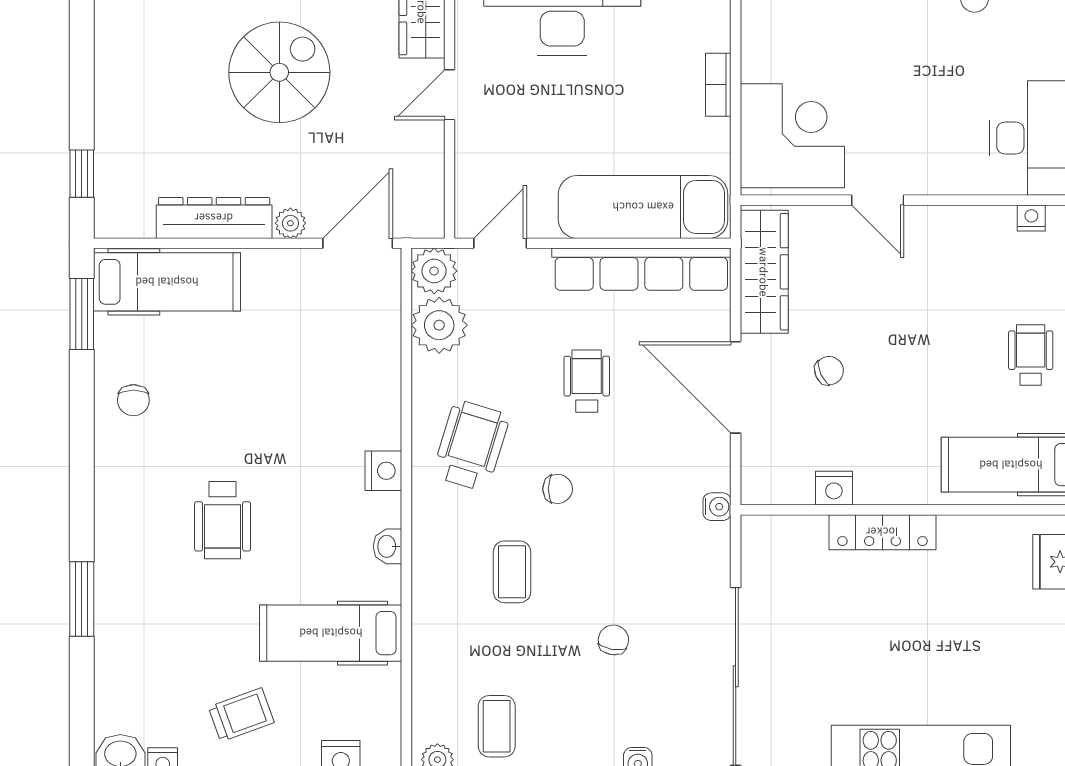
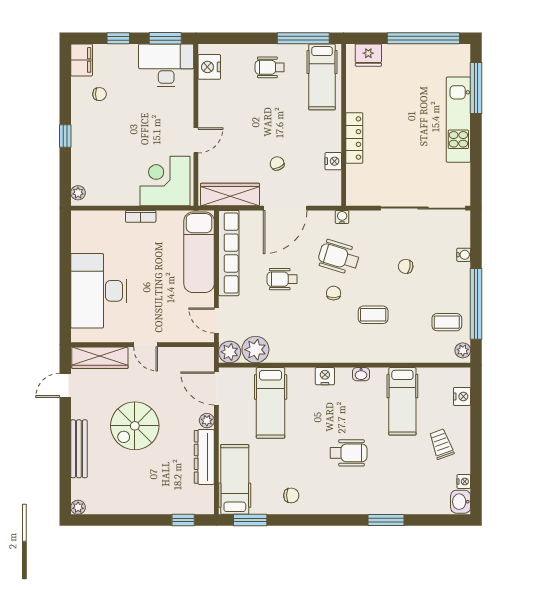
spiral stairs: (279, 72) -> (135, 426), turned -90
nightstand: (1031, 218) -> (209, 67), width x1.89, depth x1.79
hospital bed: (327, 357) -> (271, 403), added
wheelchair: (471, 446) -> (339, 257), moved

